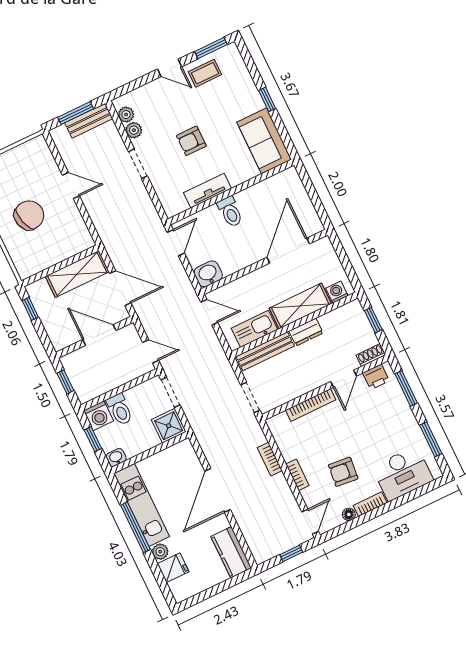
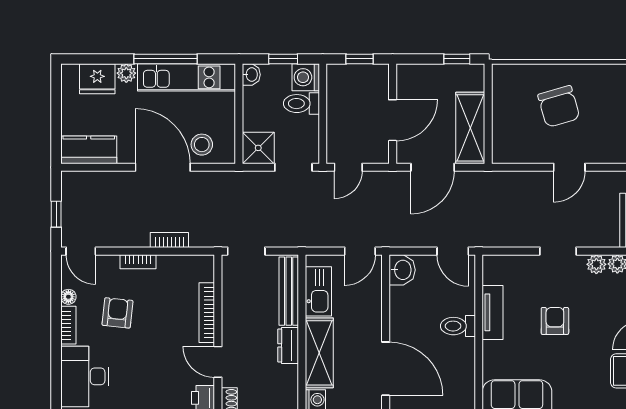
stool: (186, 469) -> (202, 145), added
fridge: (173, 568) -> (97, 79), width x1.38

